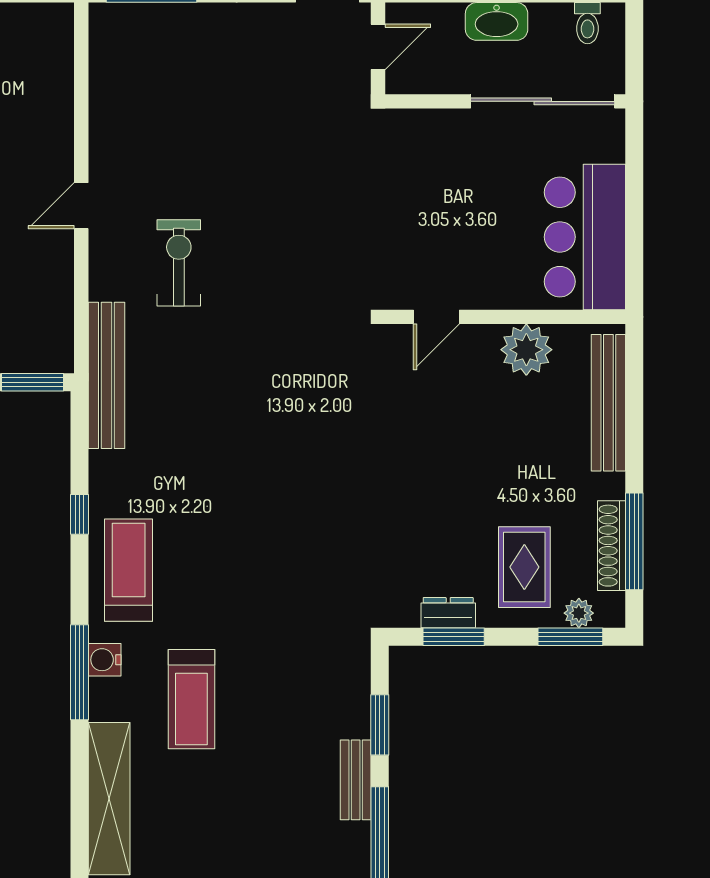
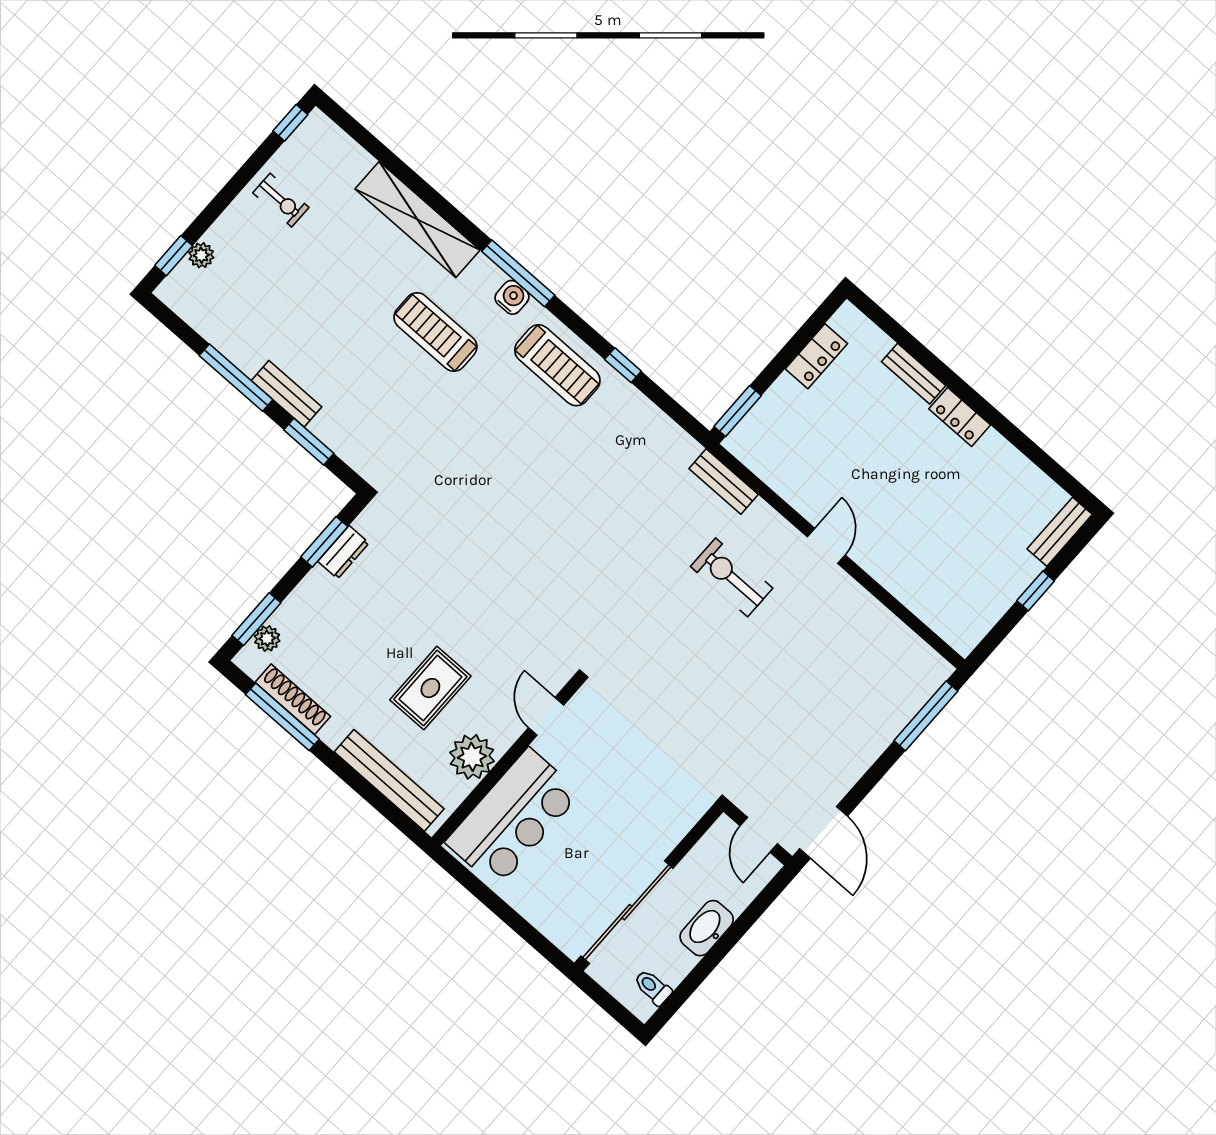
bar counter: (585, 237) -> (513, 818), moved, turned 90
exercise bike: (179, 263) -> (732, 577), turned 180
bench: (106, 375) -> (724, 482), width x0.54, depth x0.82
rug: (524, 567) -> (430, 688), moved, turned 90

